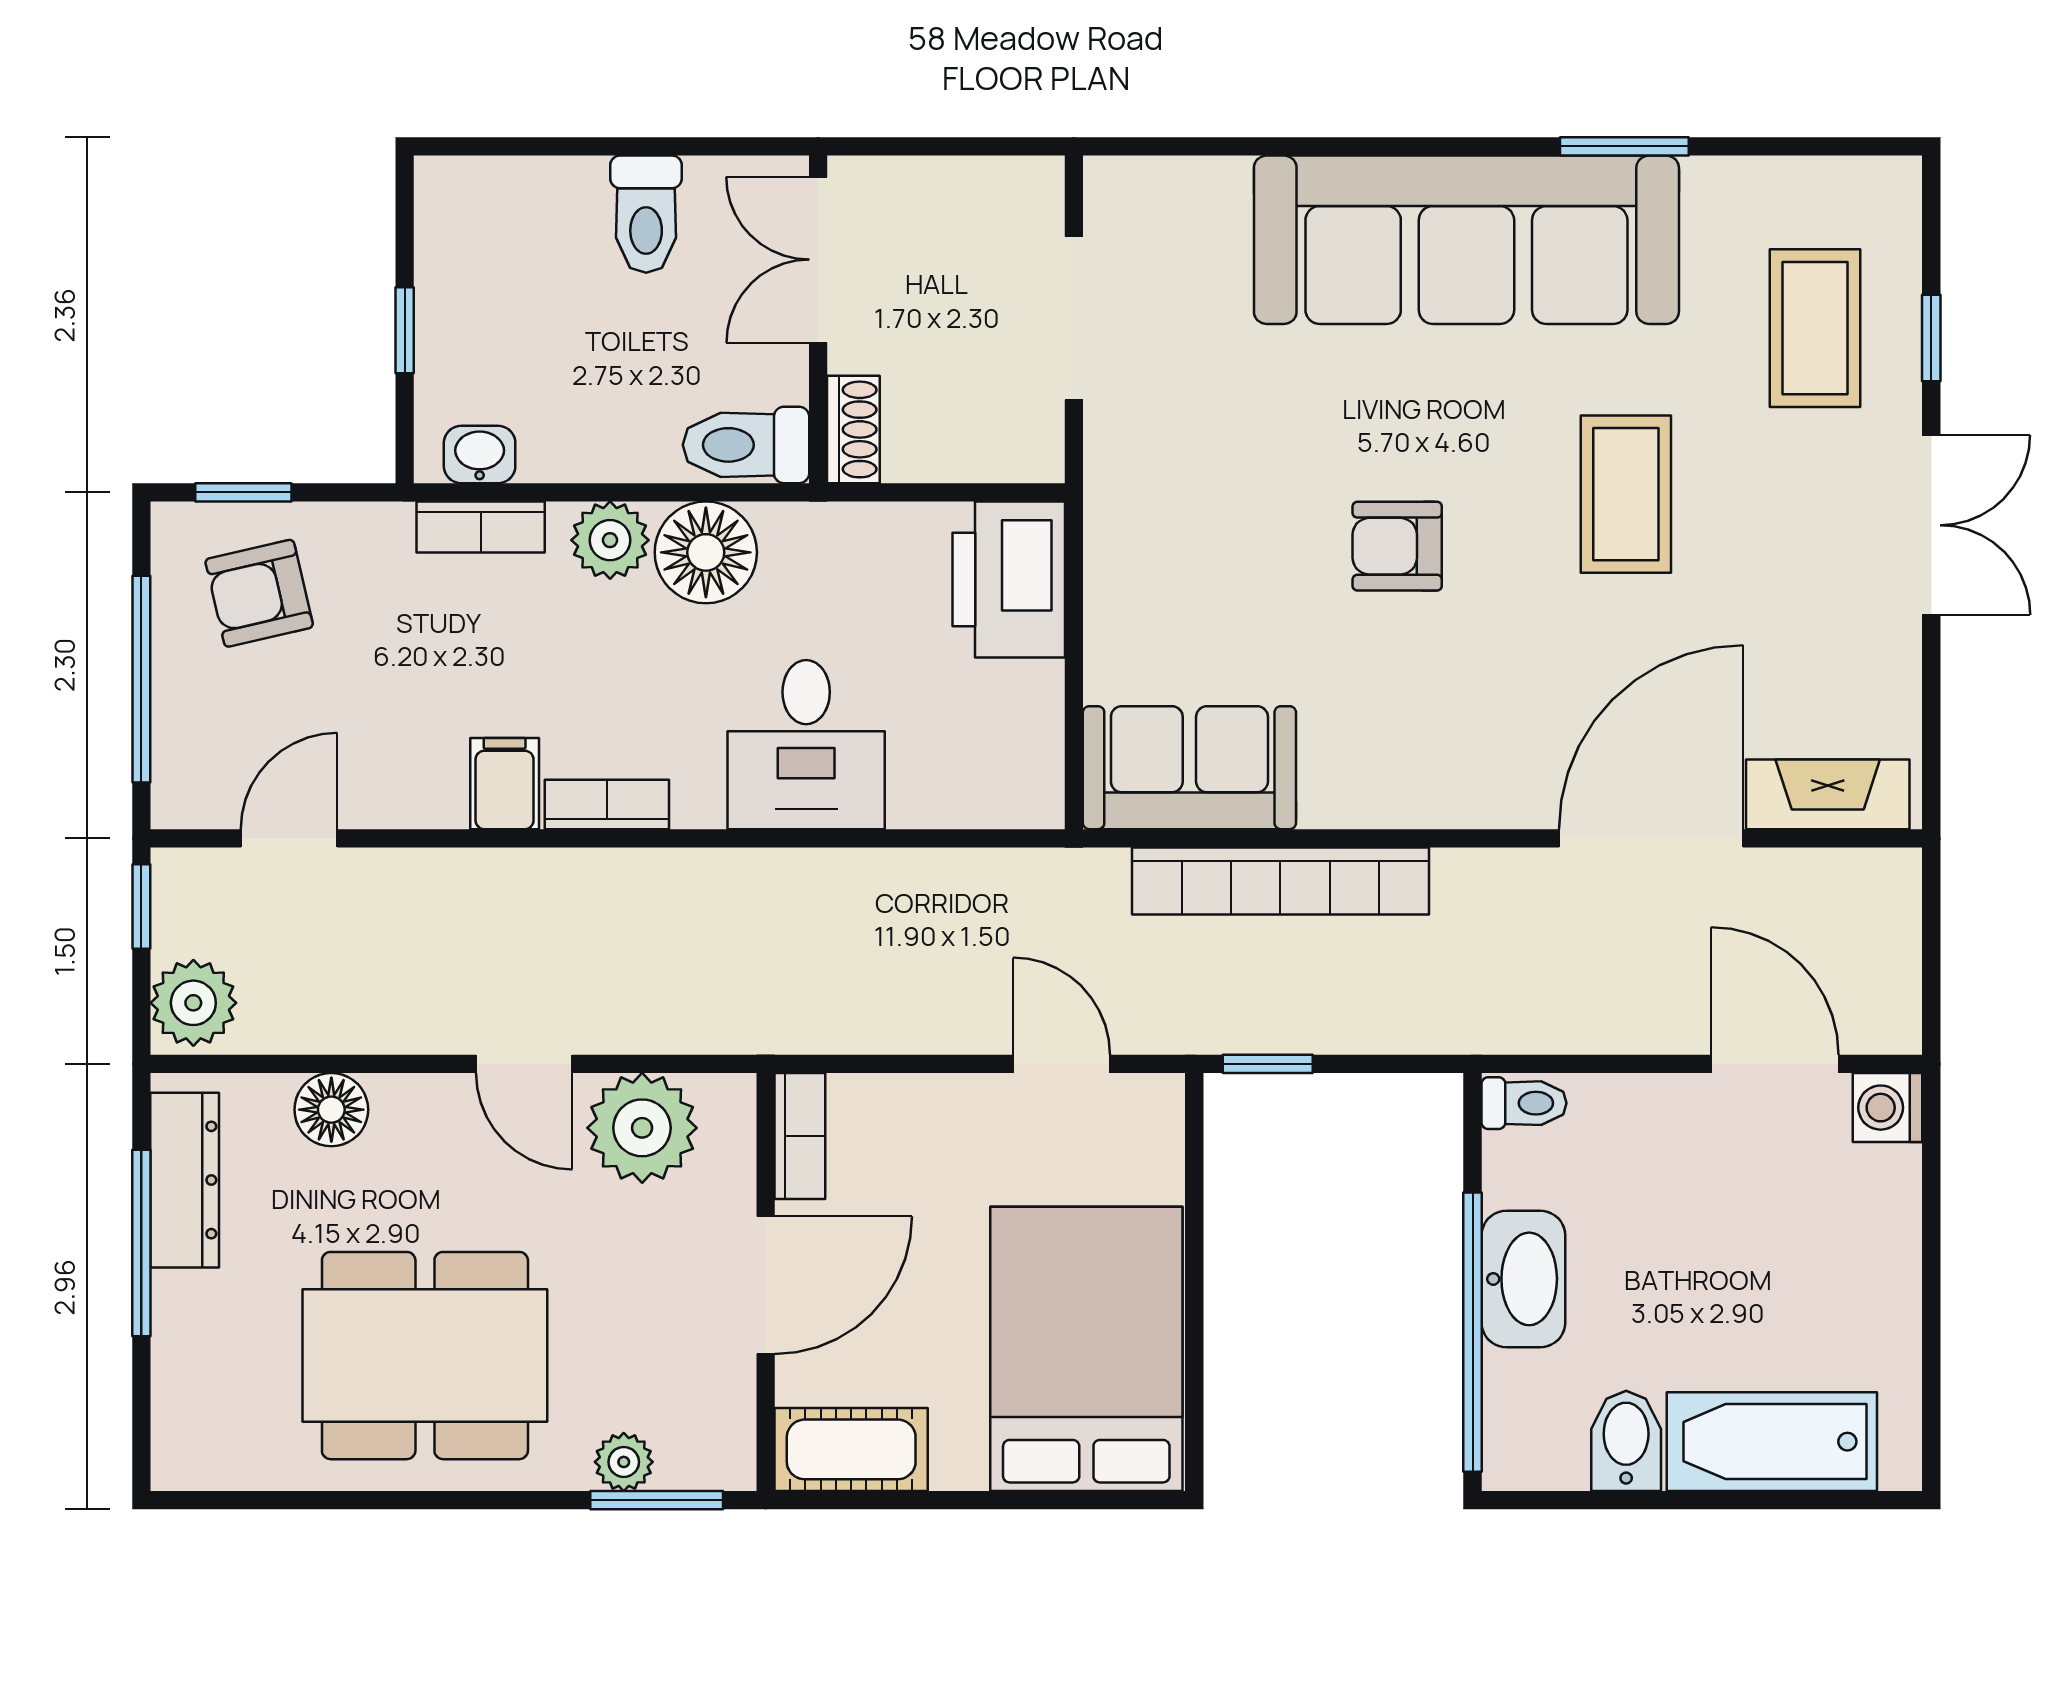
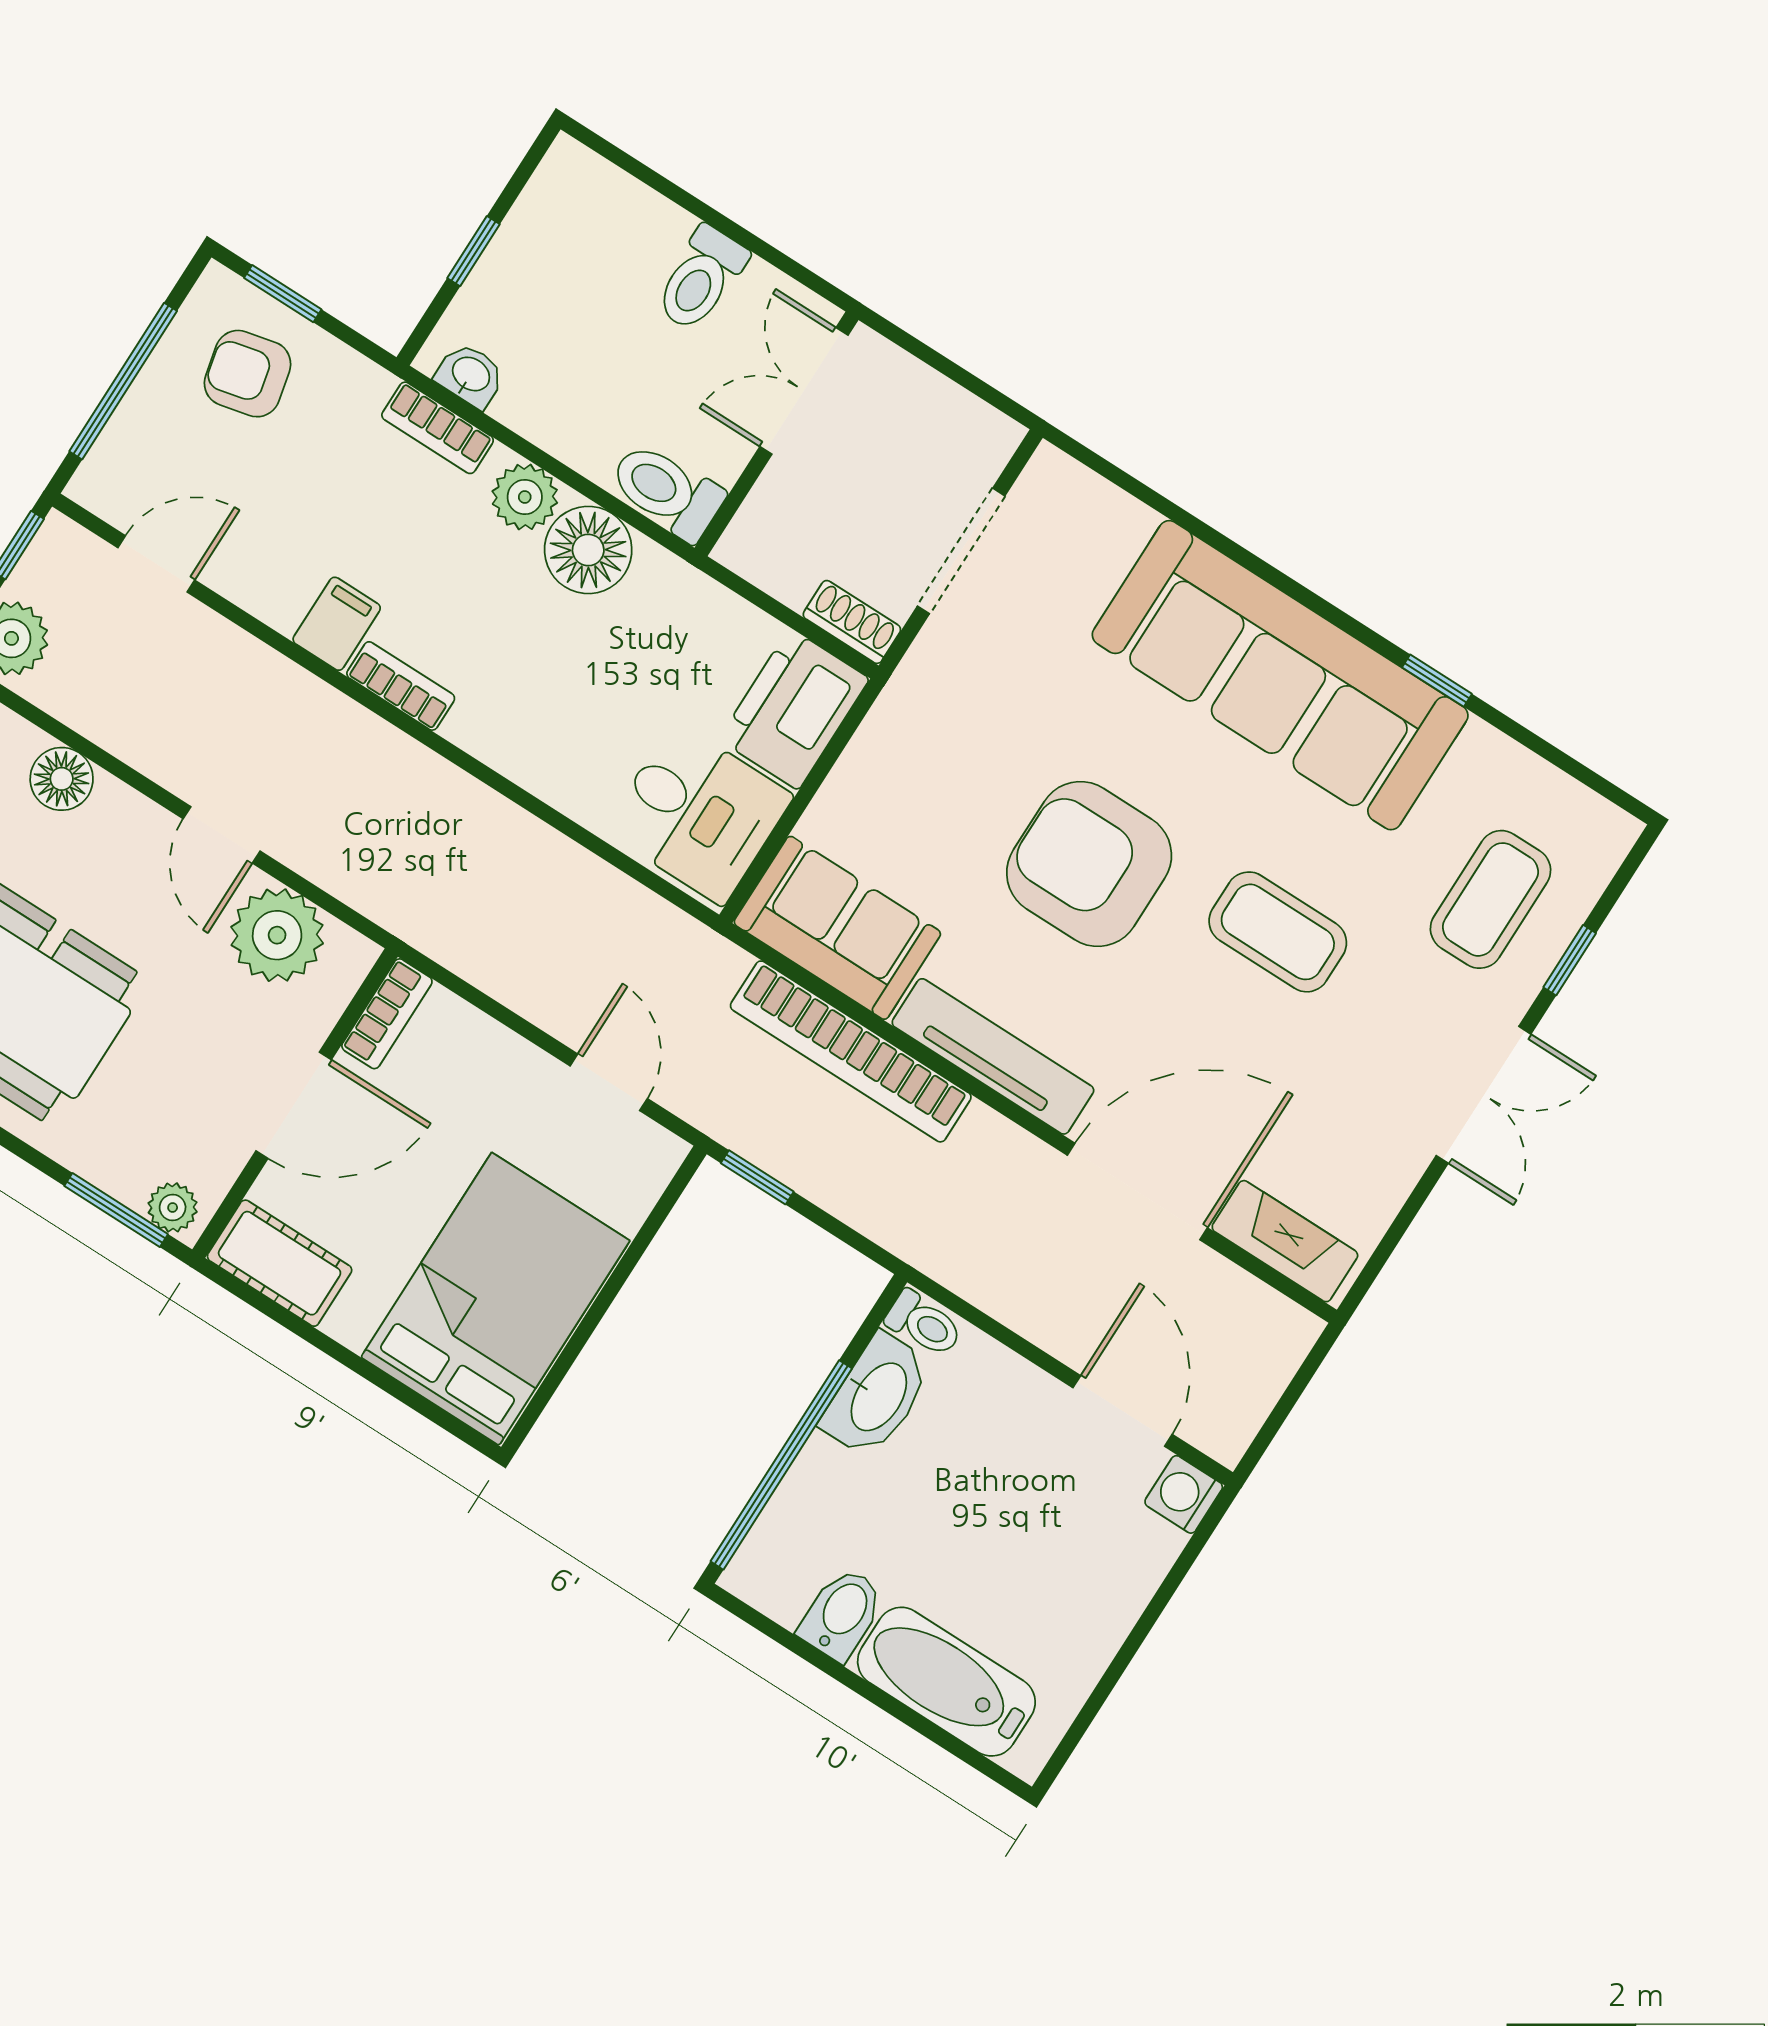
window: (1624, 146) -> (1437, 681), width x0.67
shoe rack: (853, 429) -> (852, 622), moved, turned -90
coffee table: (1626, 494) -> (1278, 932), turned 90
armchair: (1397, 546) -> (1089, 864), width x1.88, depth x1.88
desk: (806, 745) -> (698, 813), moved, turned -90
tv unit: (1424, 796) -> (993, 1056), added
washbasin: (1523, 1279) -> (877, 1396), moved
plant: (624, 1462) -> (173, 1207), moved

